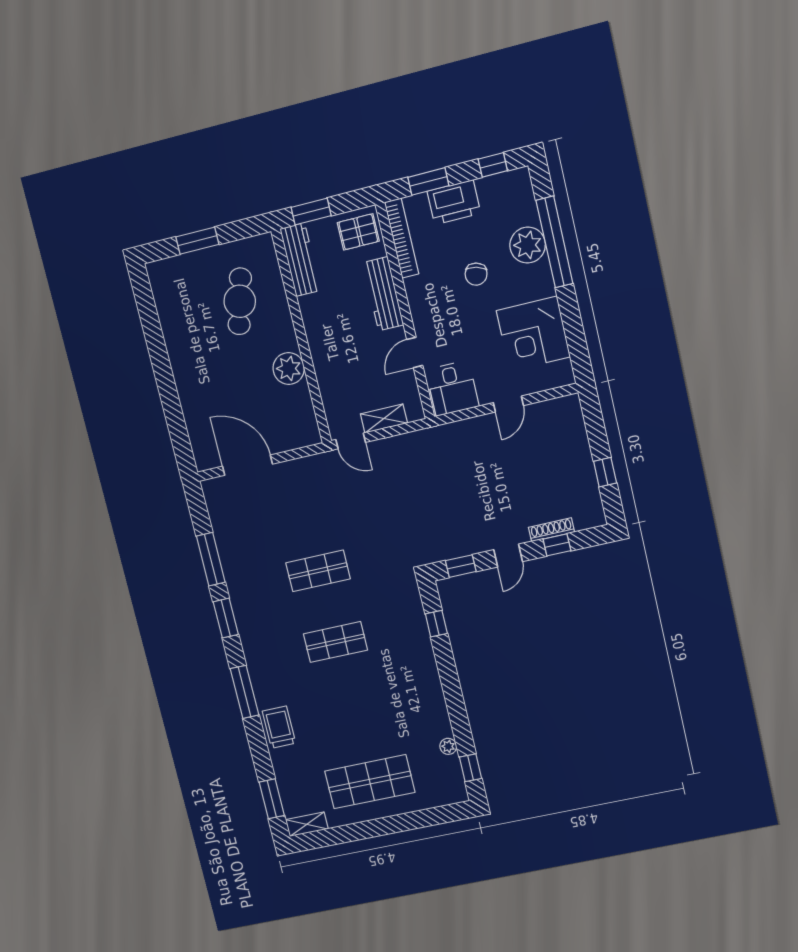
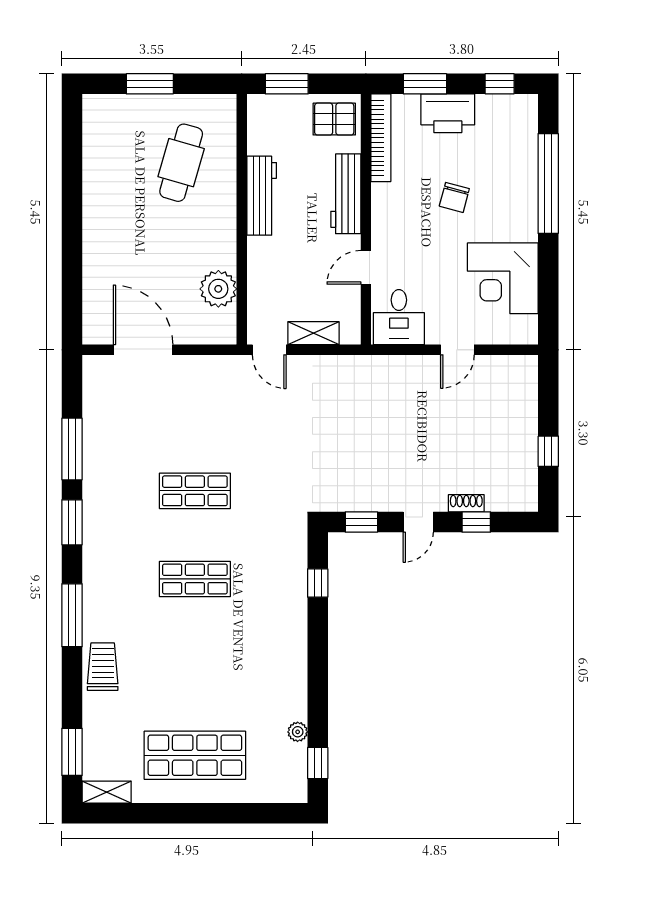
plant: (528, 245) -> (518, 180), removed
workbench: (300, 260) -> (262, 196), moved
plant: (289, 368) -> (218, 289), moved
shoe rack: (551, 530) -> (466, 503), width x0.70

